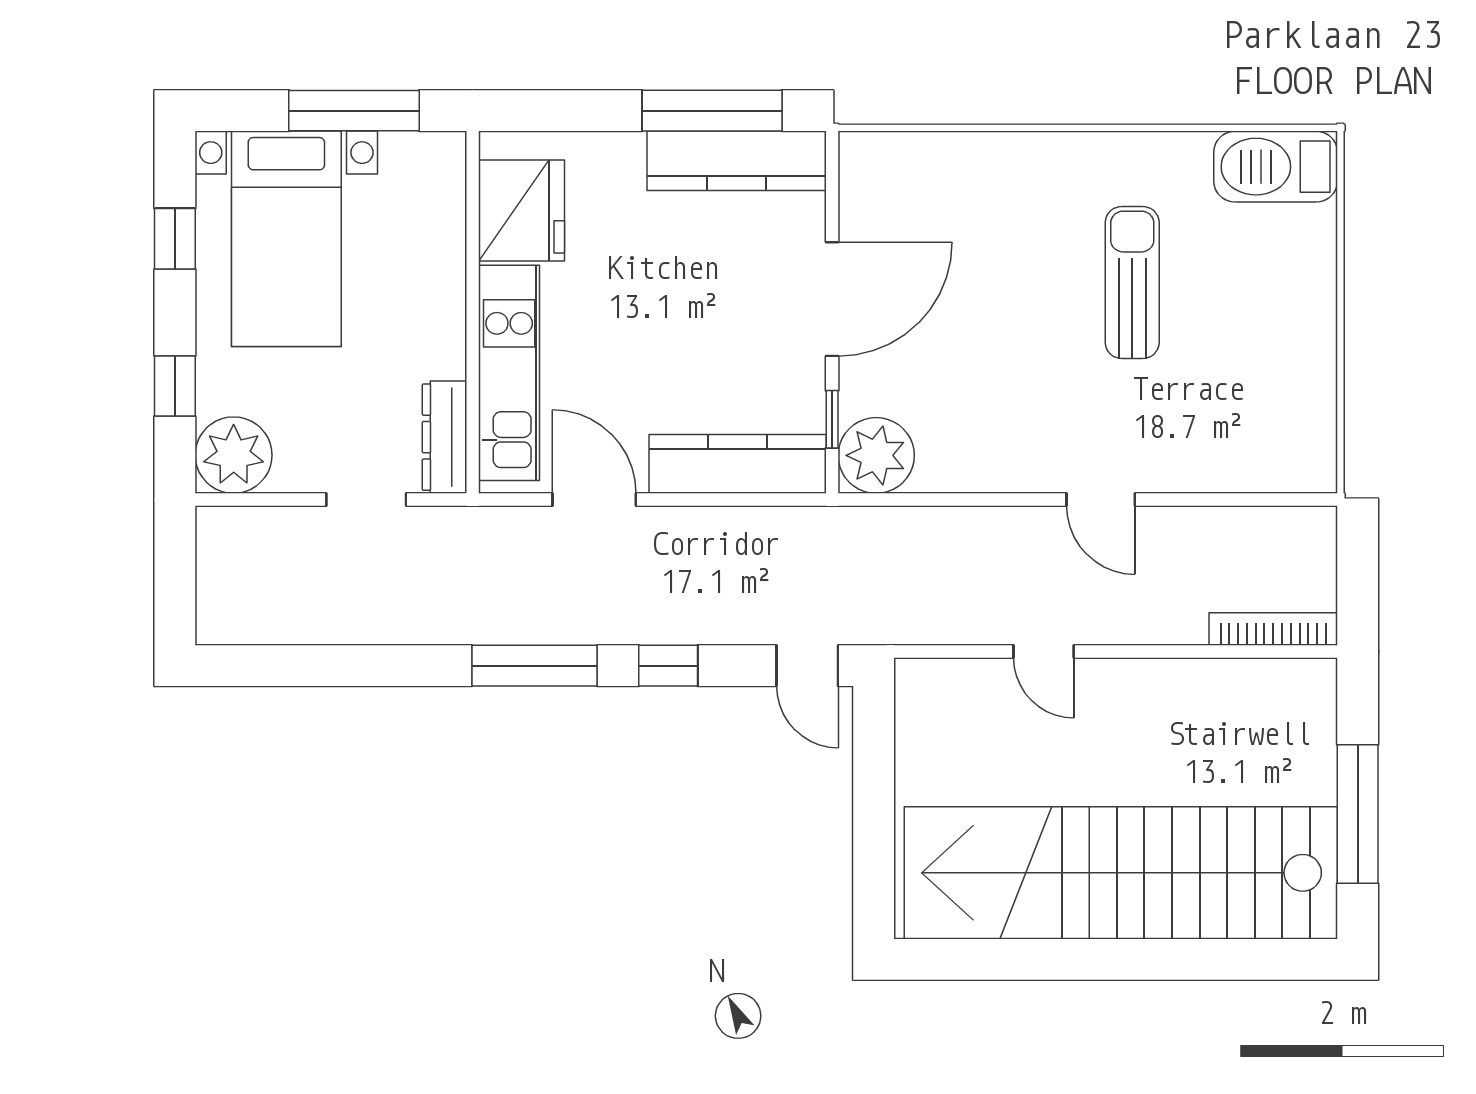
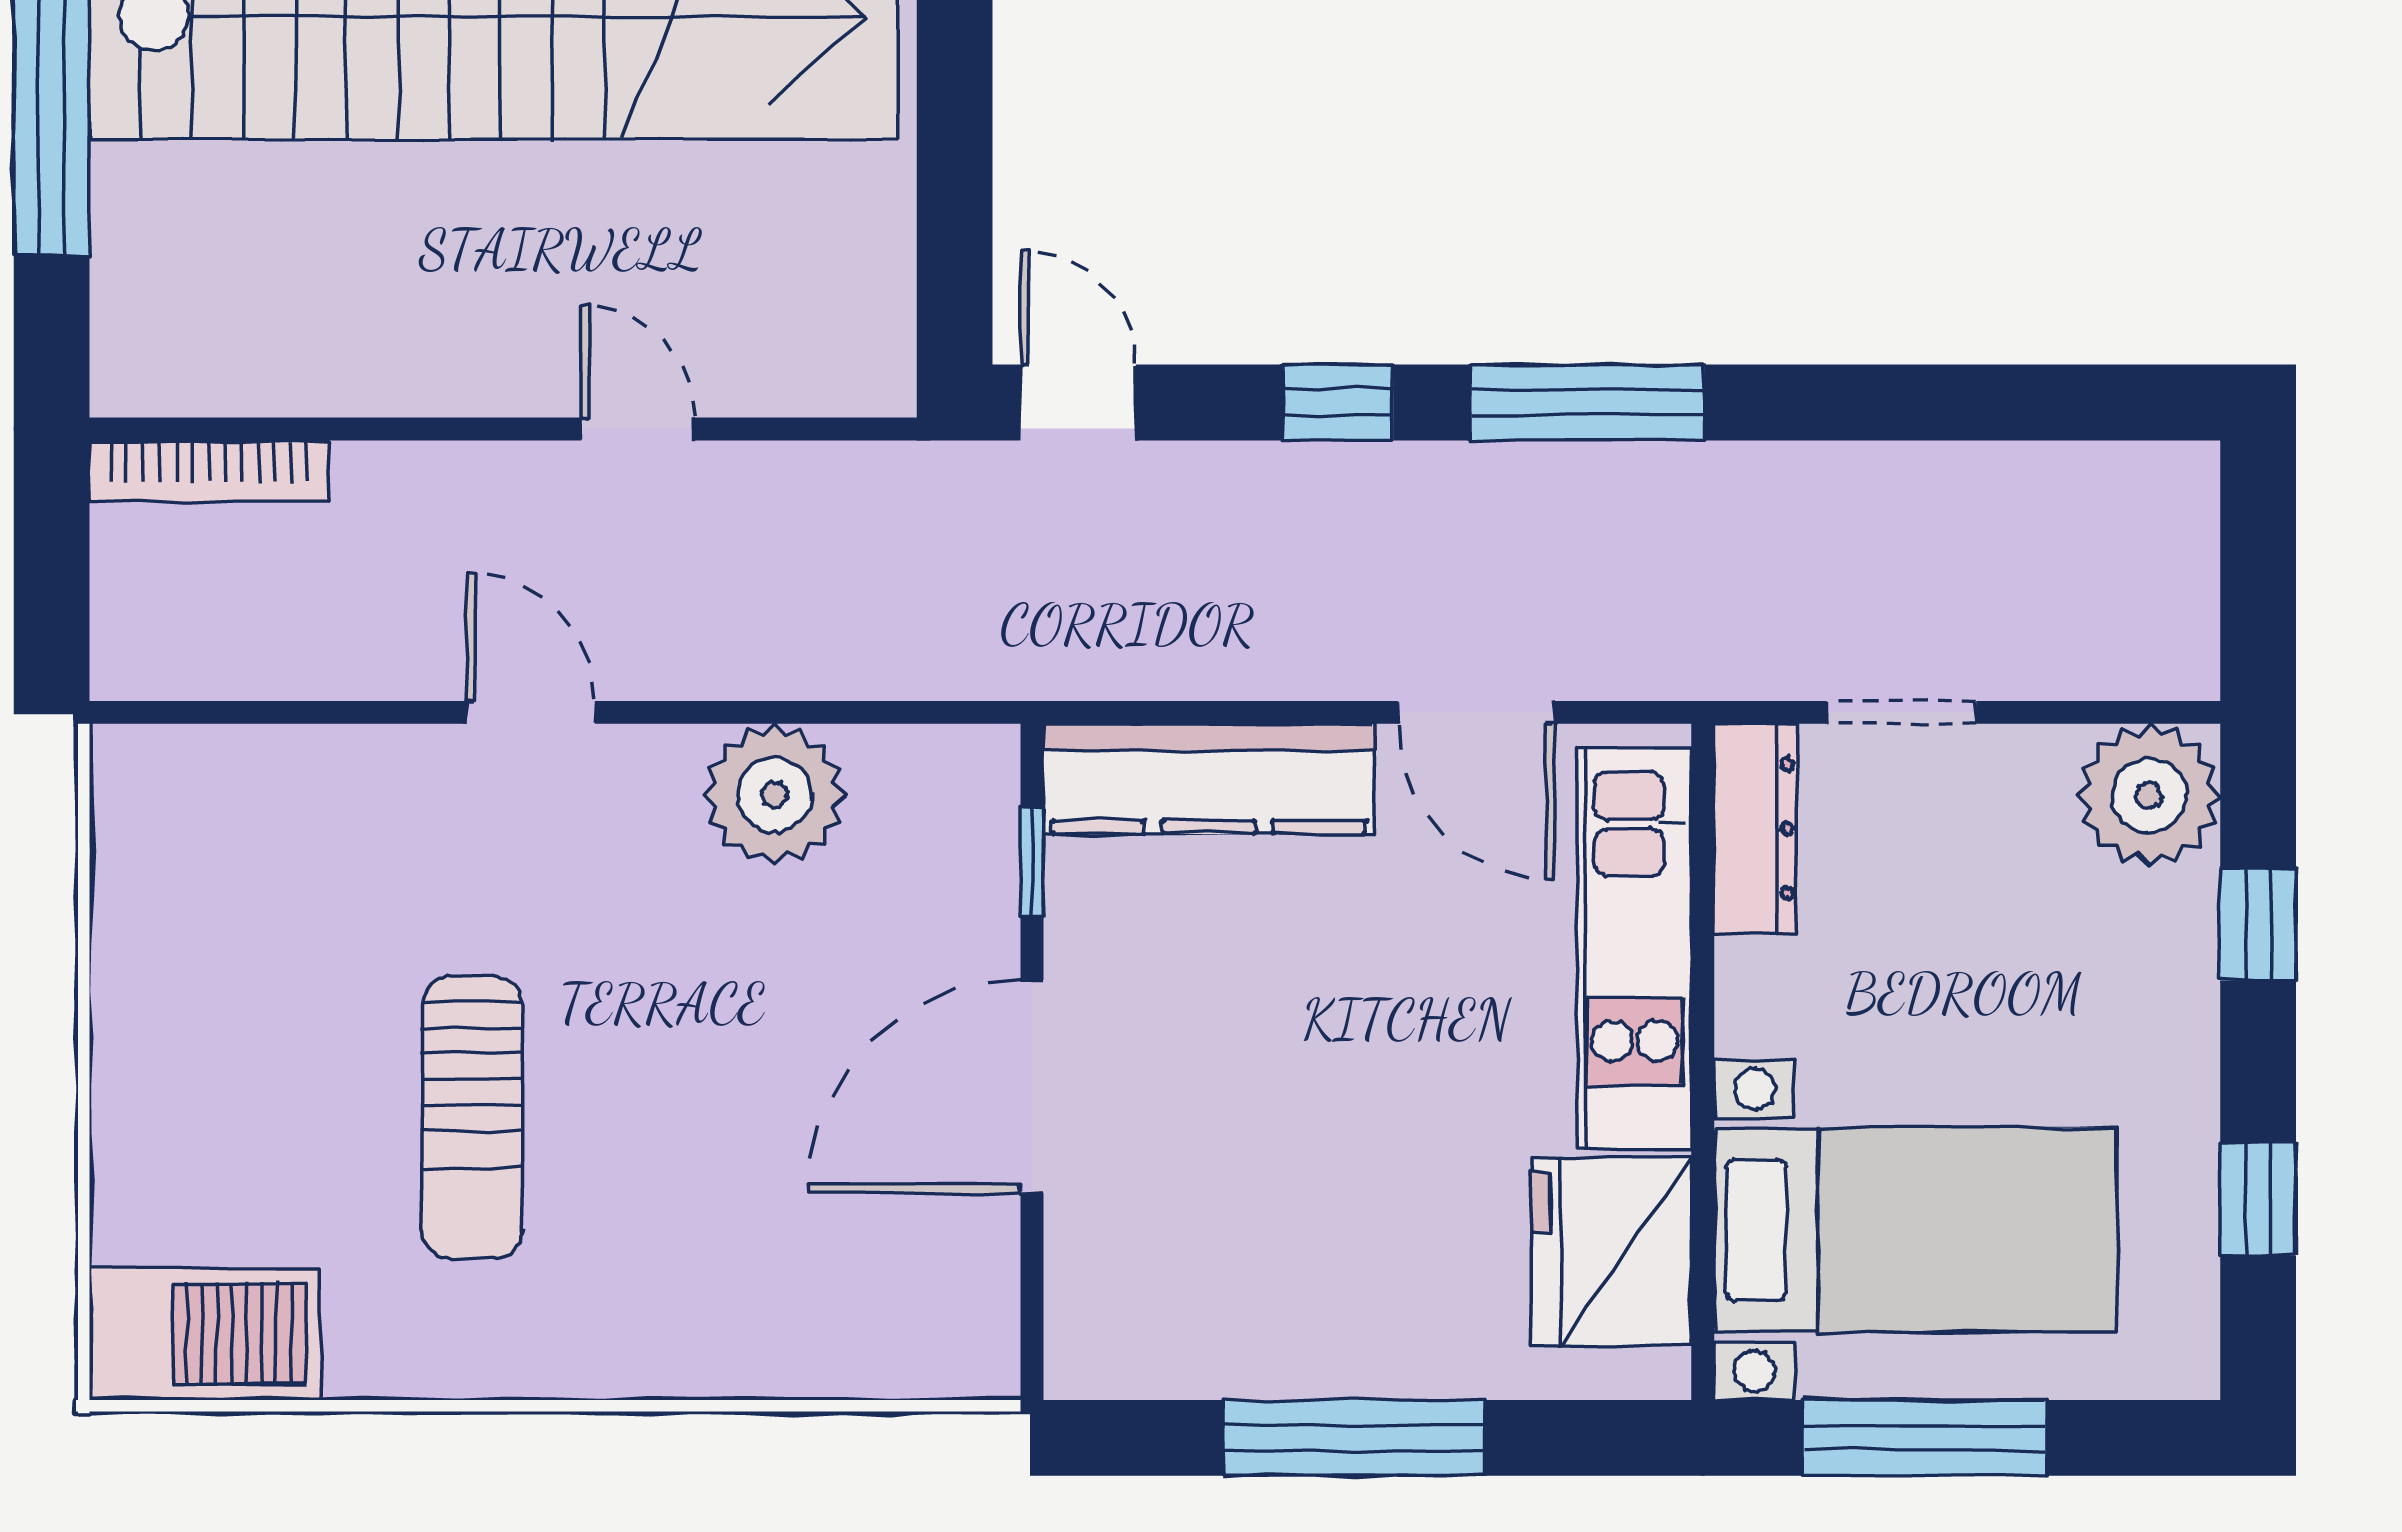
window: (712, 111) -> (1354, 1438), moved
kitchen counter: (737, 161) -> (1210, 1344), removed
bed with nightstands: (286, 239) -> (1915, 1230), moved, turned 90
plant: (876, 455) -> (775, 795), moved

